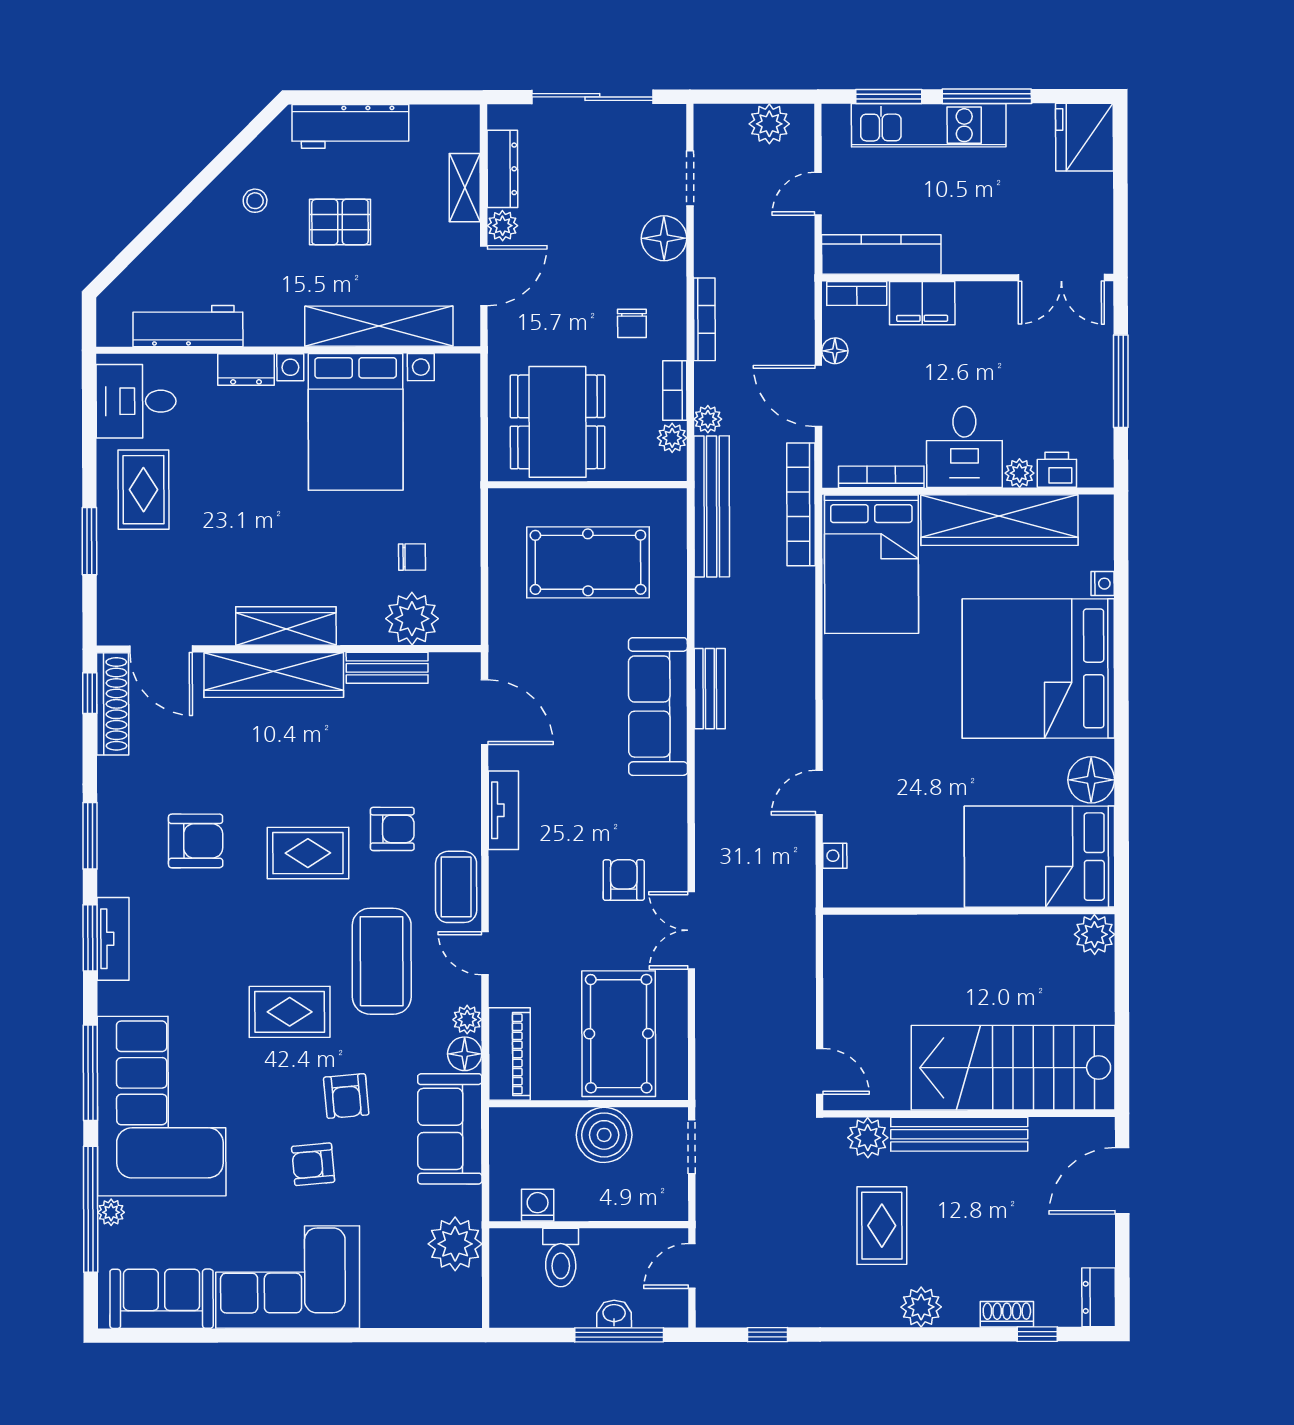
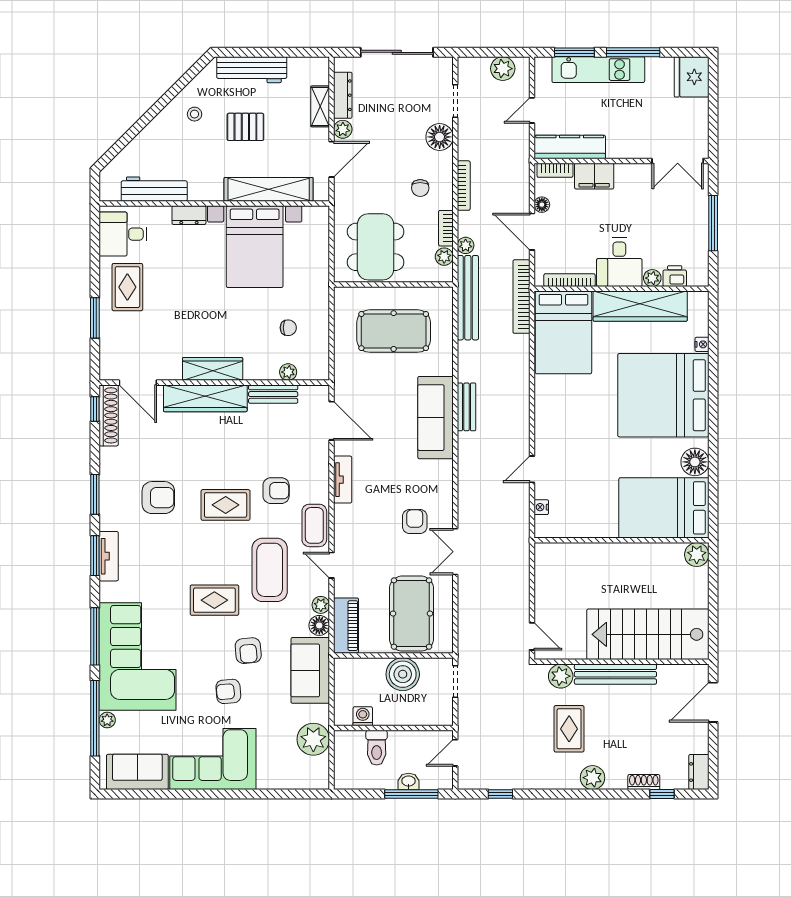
plant: (412, 619) -> (288, 372), width x0.53, depth x0.53

